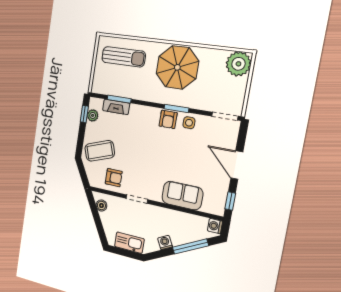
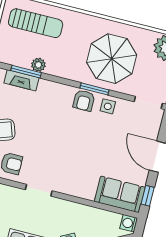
parasol: (177, 67) -> (112, 59), moved
plant: (128, 92) -> (38, 65), added
sofa: (182, 196) -> (120, 194), moved

